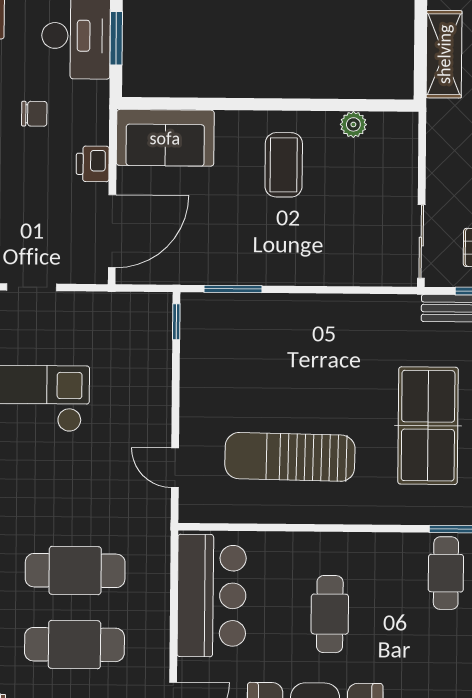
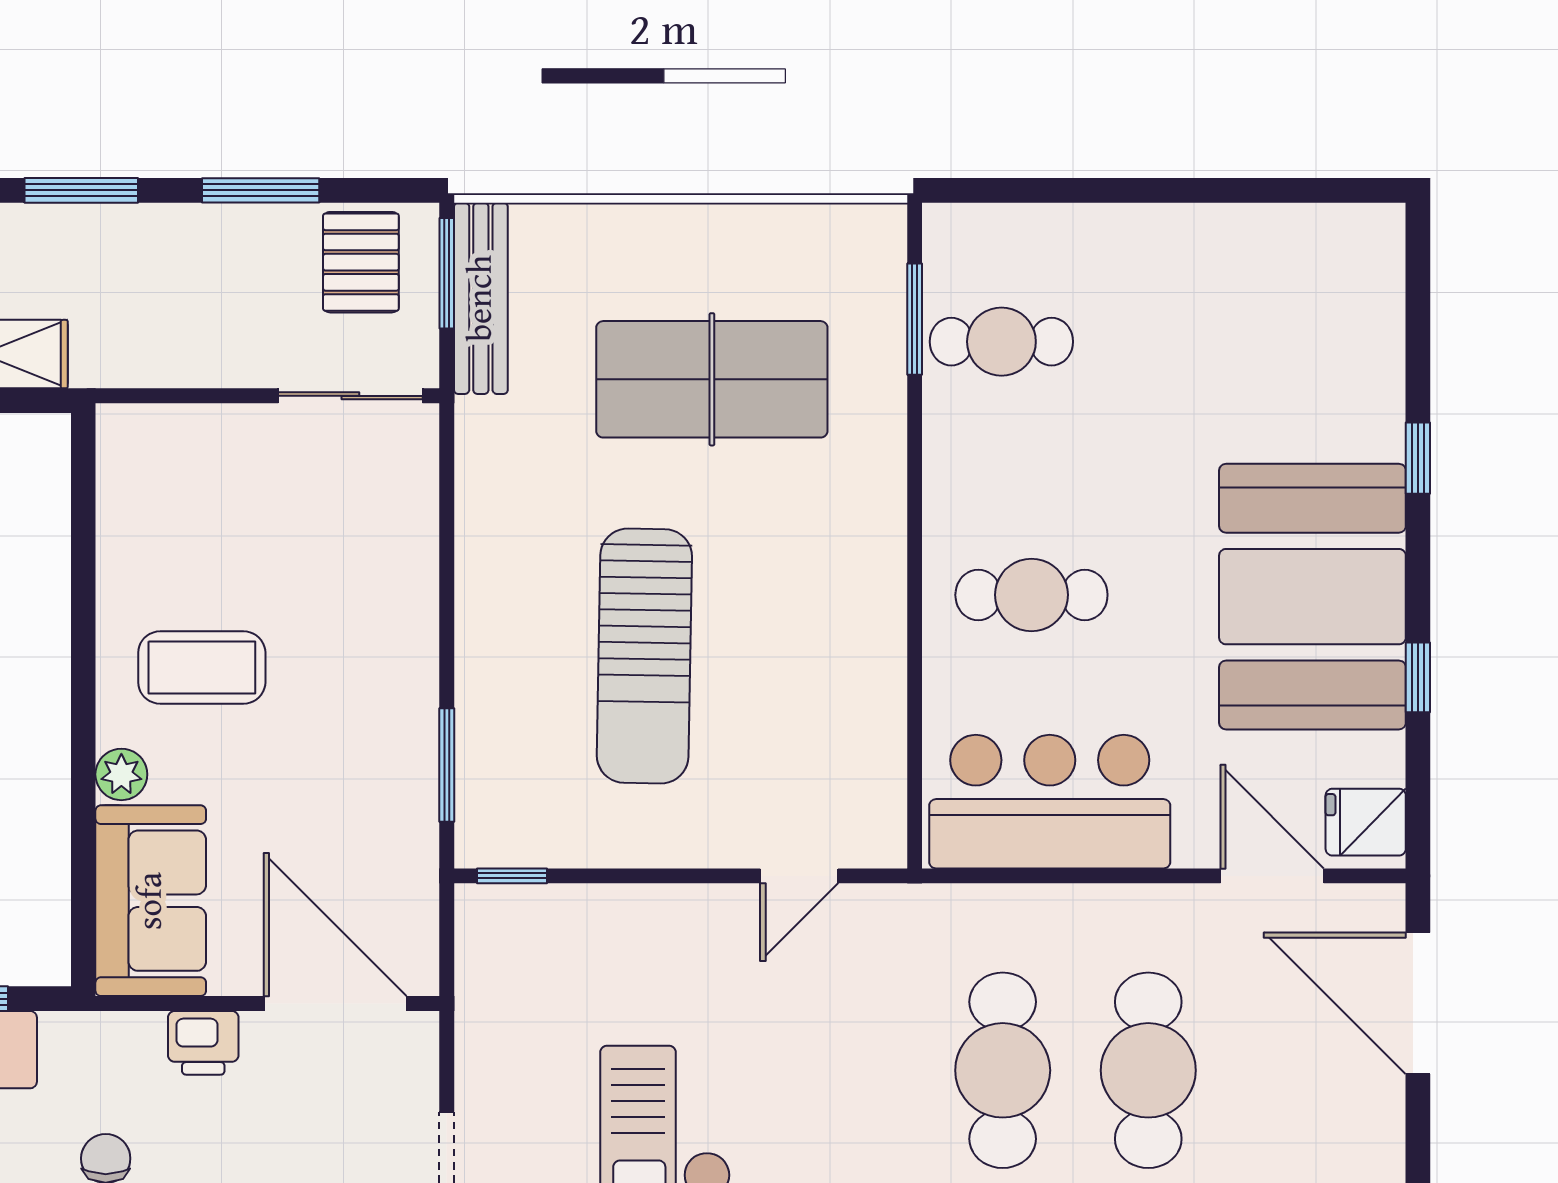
plant: (353, 124) -> (121, 774), moved
sun lounger: (290, 457) -> (644, 656), moved
cafe table: (330, 614) -> (1031, 595), moved

